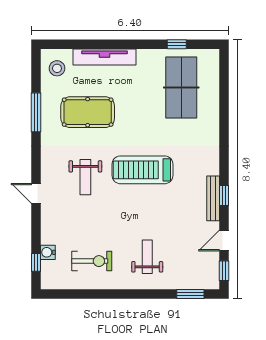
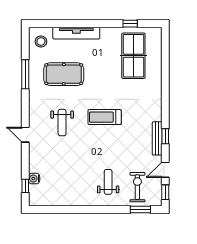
treadmill: (142, 170) -> (105, 117), width x0.73, depth x0.73
exercise bike: (92, 261) -> (137, 187), moved, turned -90

